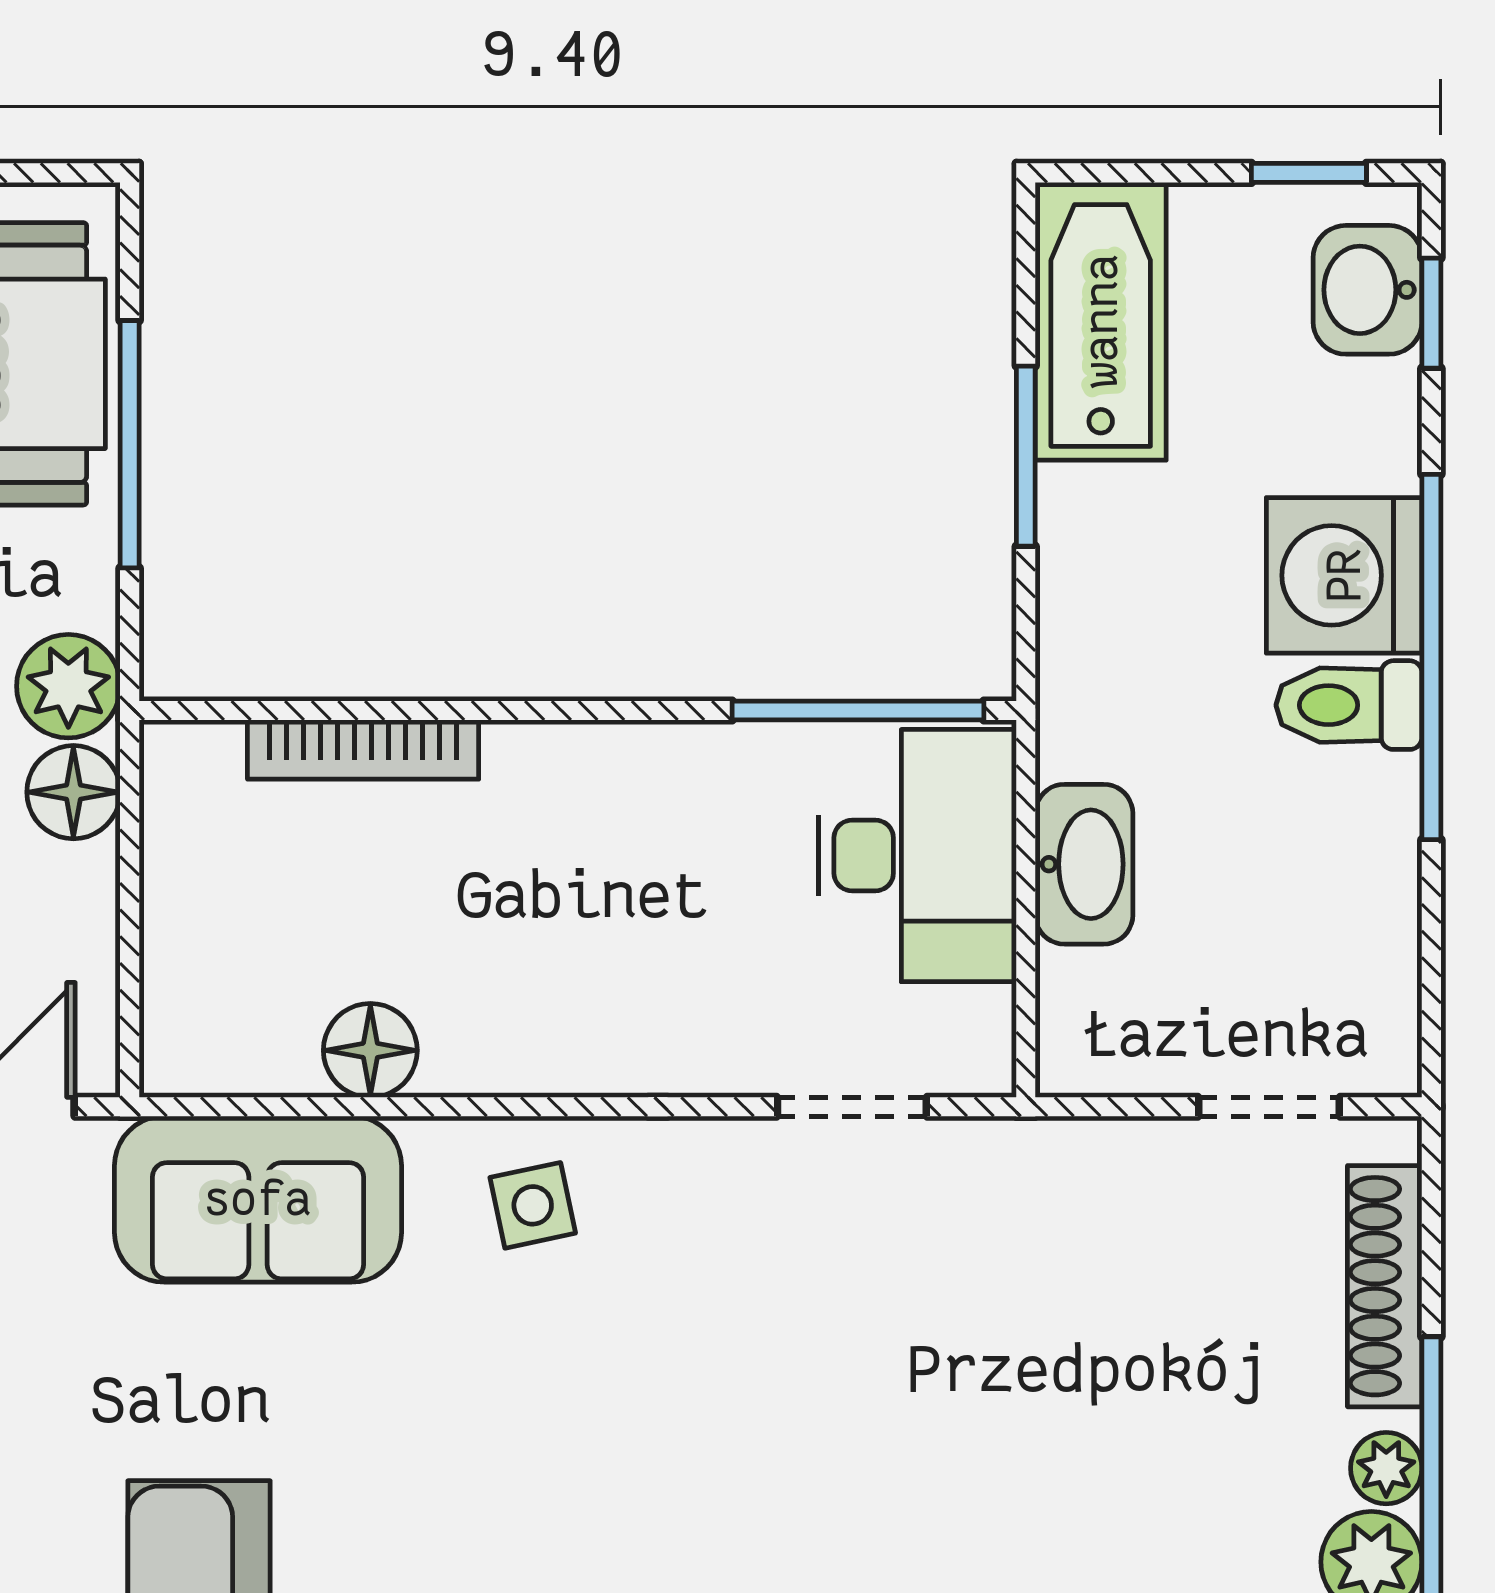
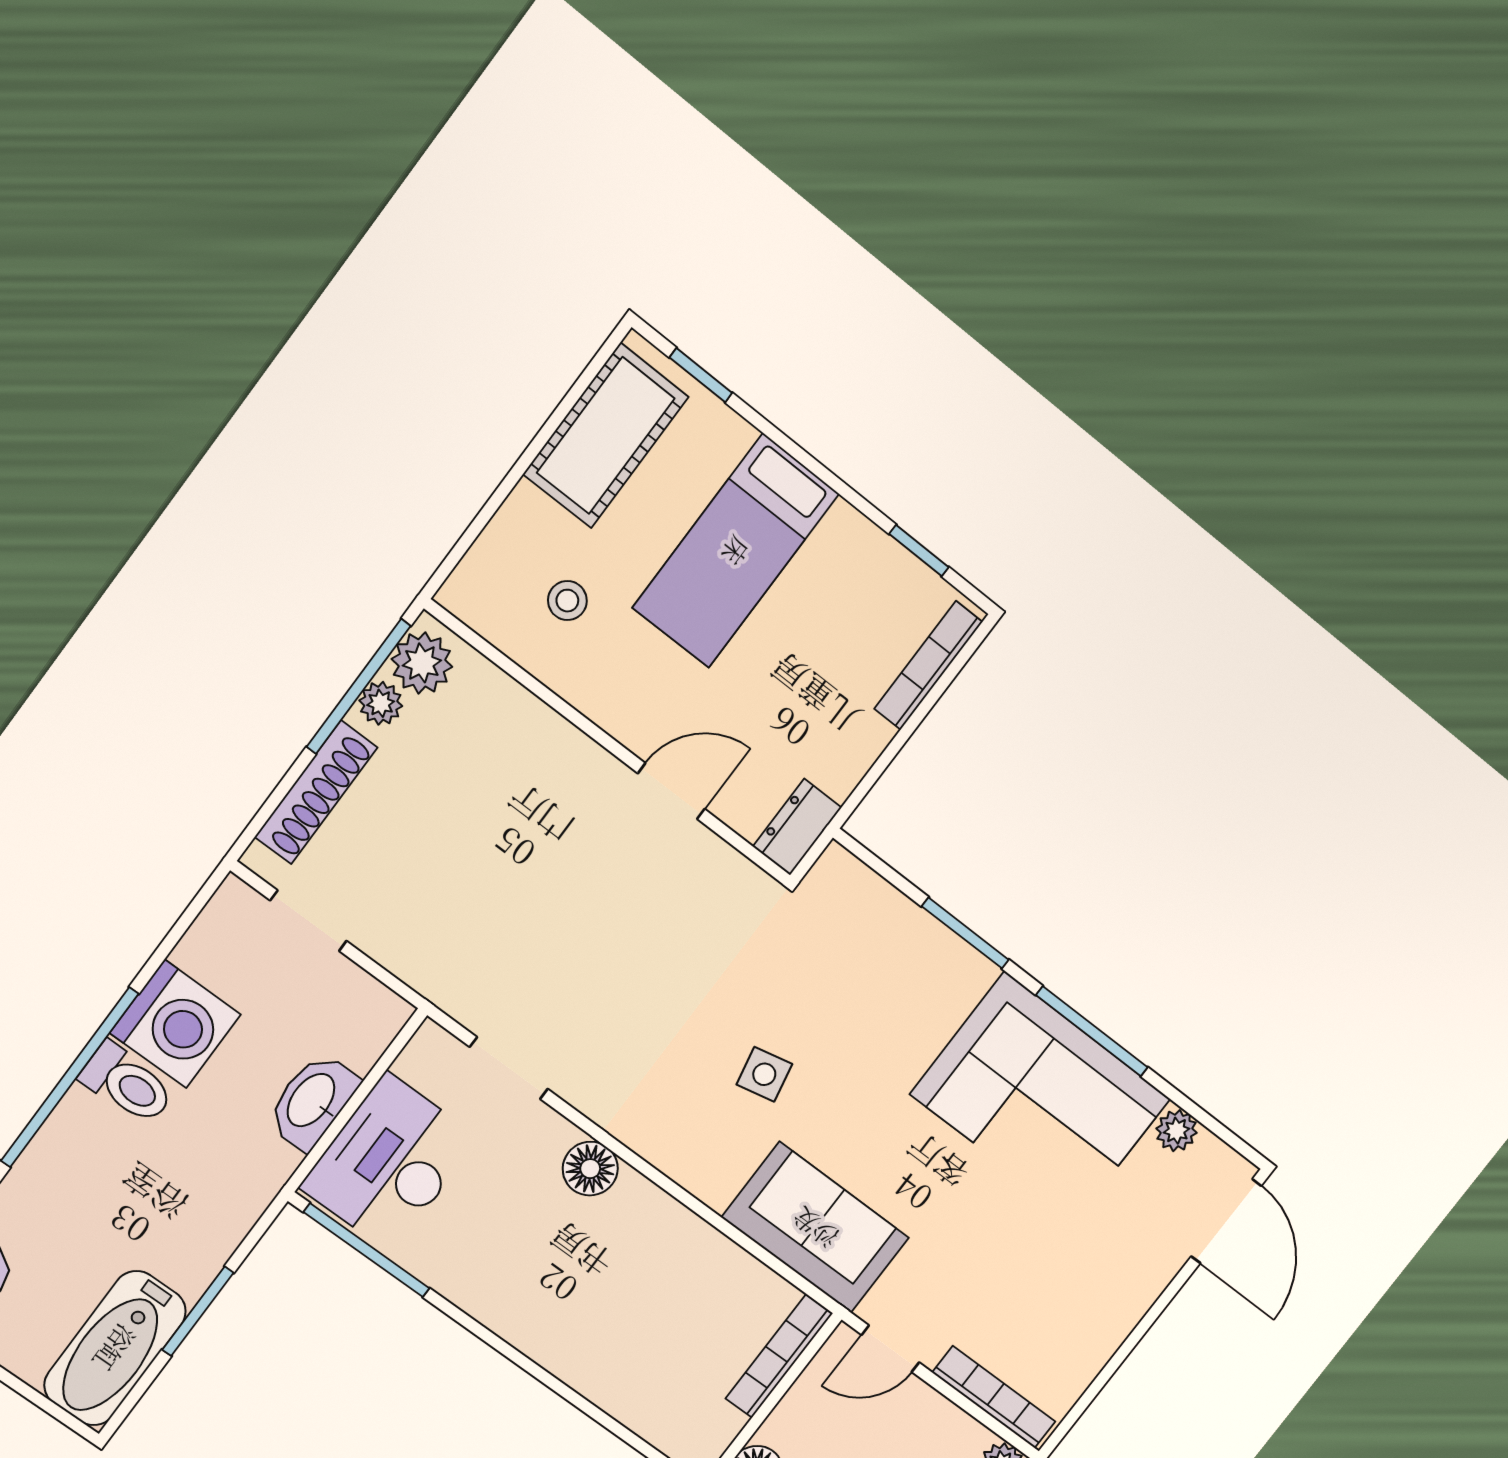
washing machine: (1344, 575) -> (175, 1024), moved
bookcase: (363, 750) -> (779, 1356), moved, turned -90
floor lamp: (370, 1050) -> (590, 1169), moved
side table: (533, 1205) -> (764, 1074), moved

